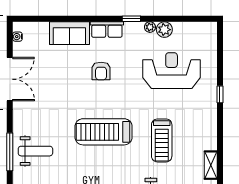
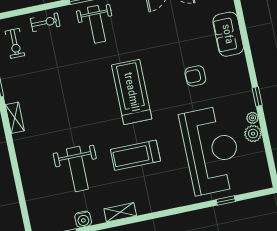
row of seats: (107, 30) -> (240, 73), removed
reception desk: (172, 71) -> (211, 150), width x1.36, depth x1.30
window: (220, 94) -> (226, 200), moved

